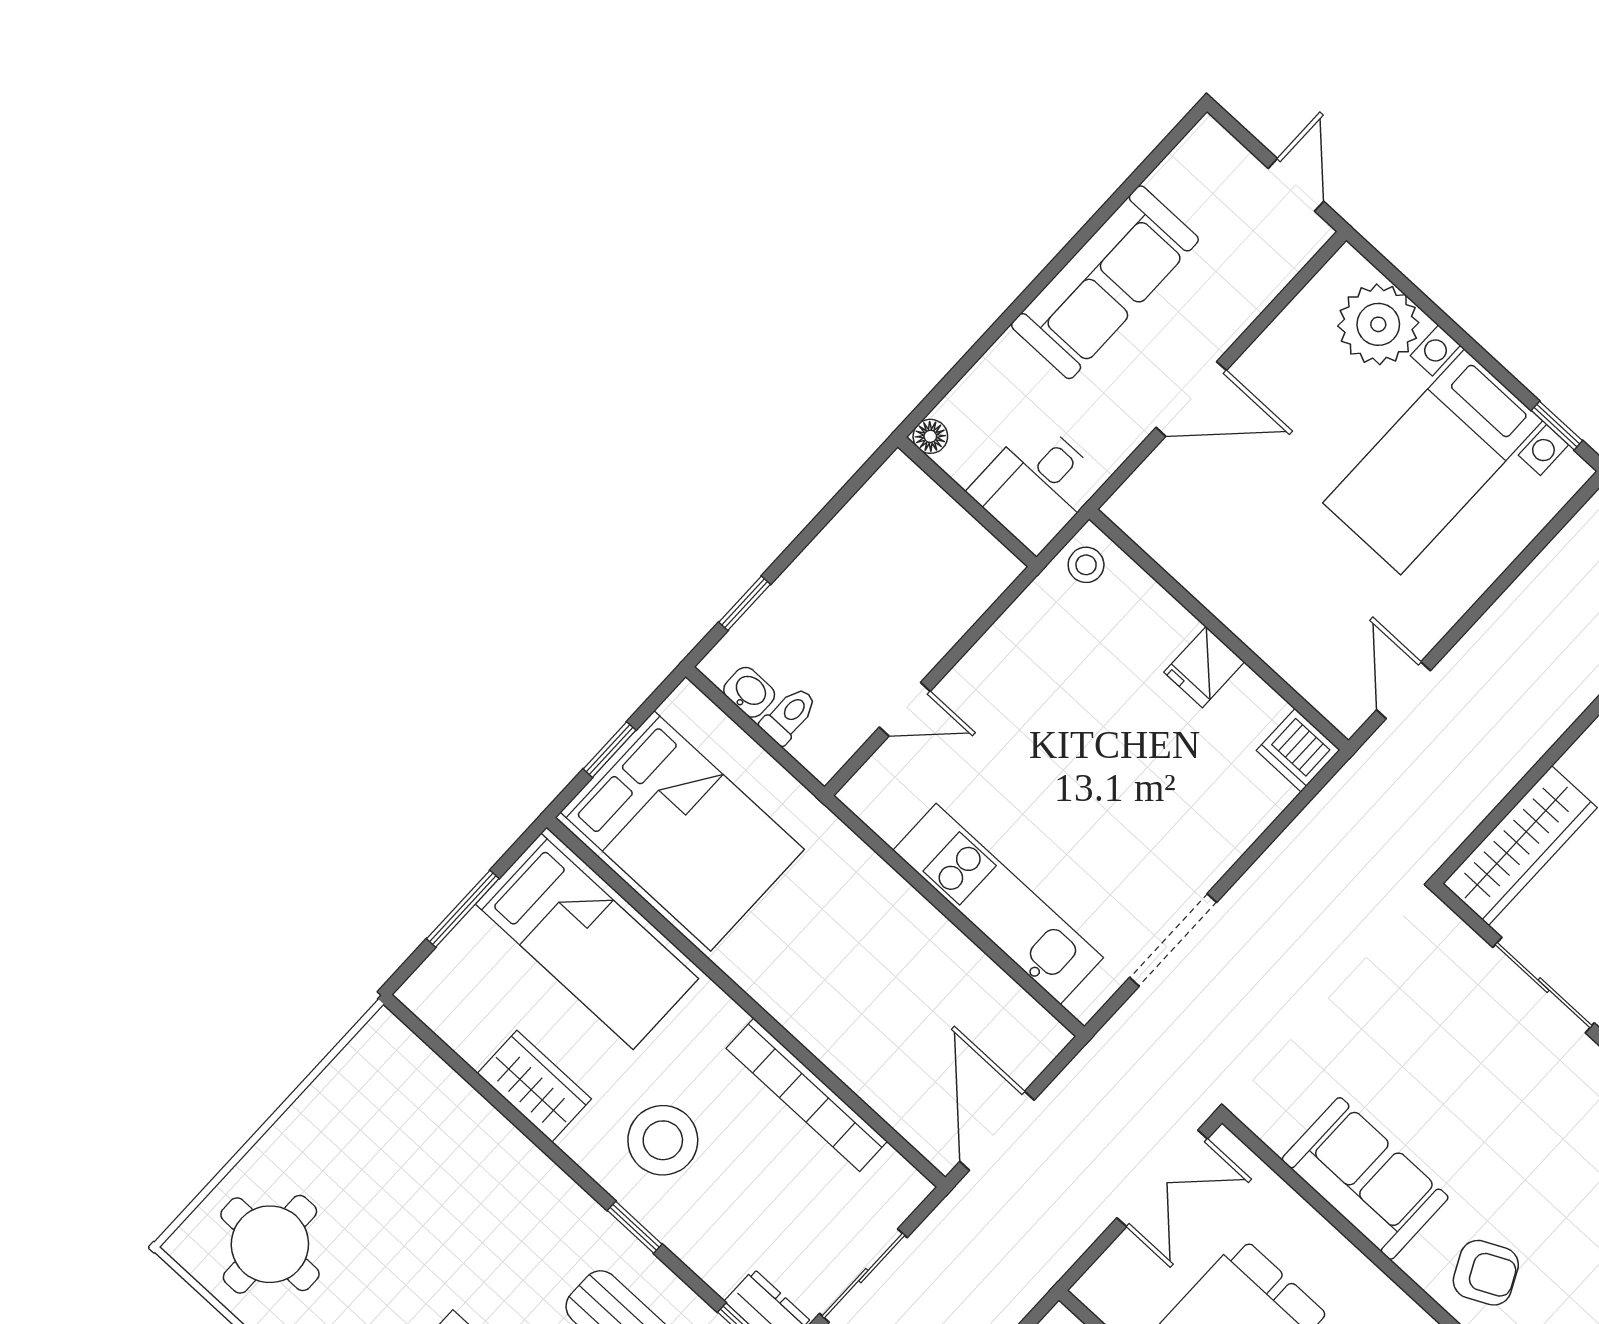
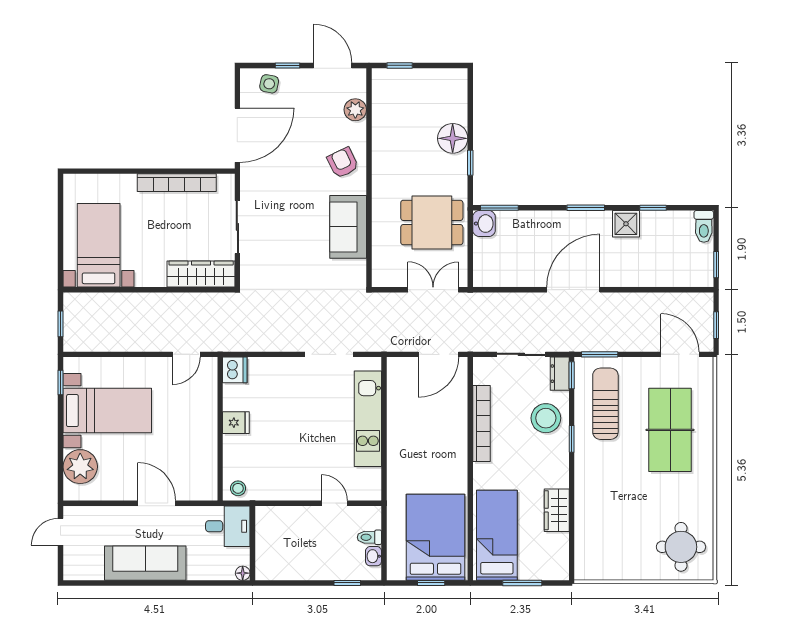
stool: (663, 1140) -> (546, 418), moved
double door: (1162, 1178) -> (433, 290), moved

